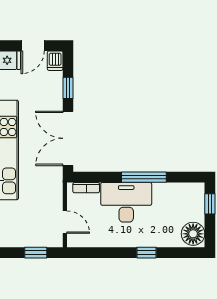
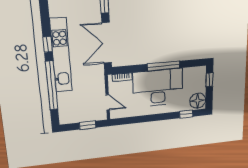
desk: (126, 202) -> (158, 88), width x1.36, depth x1.30
window: (146, 253) -> (186, 114), moved

